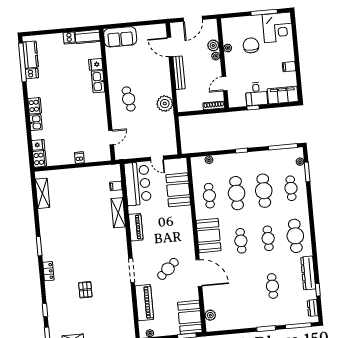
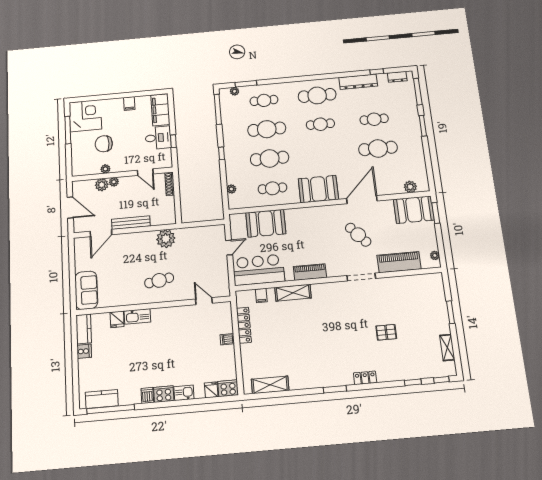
dishwasher: (32, 74) -> (147, 395), moved
locker: (91, 171) -> (244, 325), added
cafe table: (241, 241) -> (378, 148), moved, width x1.37, depth x1.35

